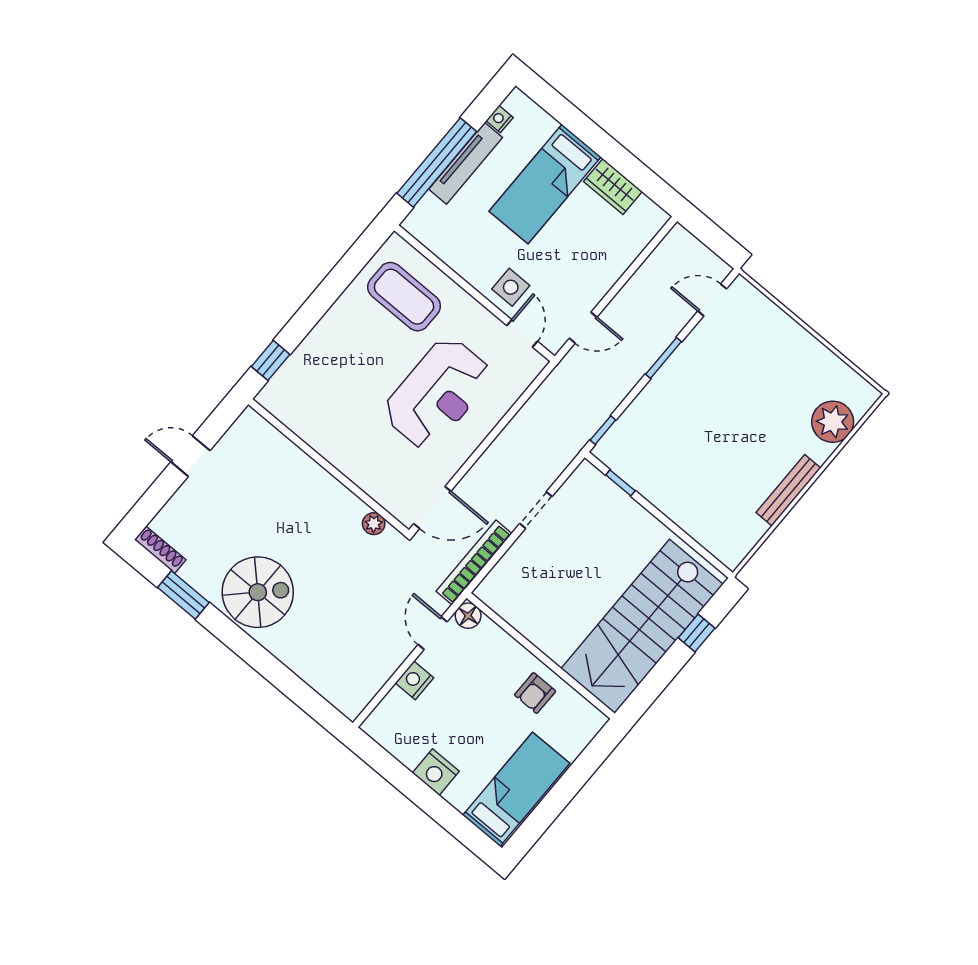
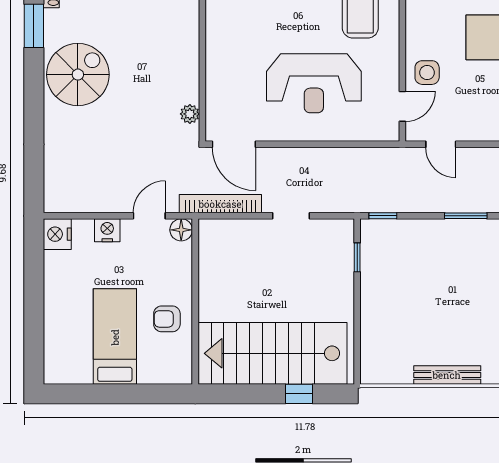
spiral stairs: (258, 592) -> (78, 75), turned -90
nightstand: (436, 772) -> (57, 234), moved
bed: (516, 789) -> (115, 337), moved, turned -90

